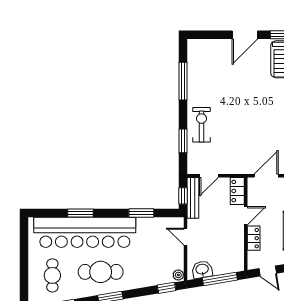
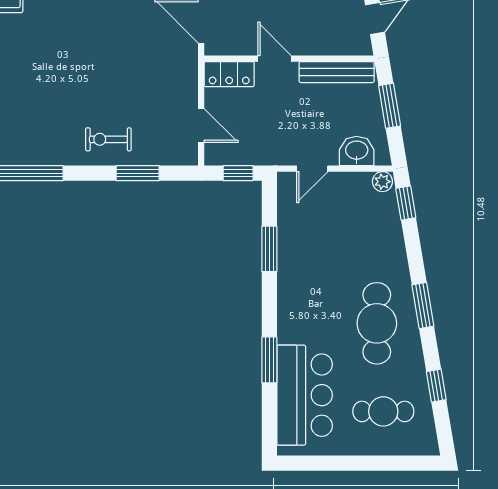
exercise bike: (201, 125) -> (108, 139), width x0.73, depth x0.72
bench: (193, 198) -> (337, 72), moved
bar counter: (85, 232) -> (305, 395), width x0.54
locker: (254, 238) -> (315, 44), removed
washbasin: (202, 270) -> (357, 151), moved, turned 99
window: (220, 279) -> (390, 106), width x0.69

